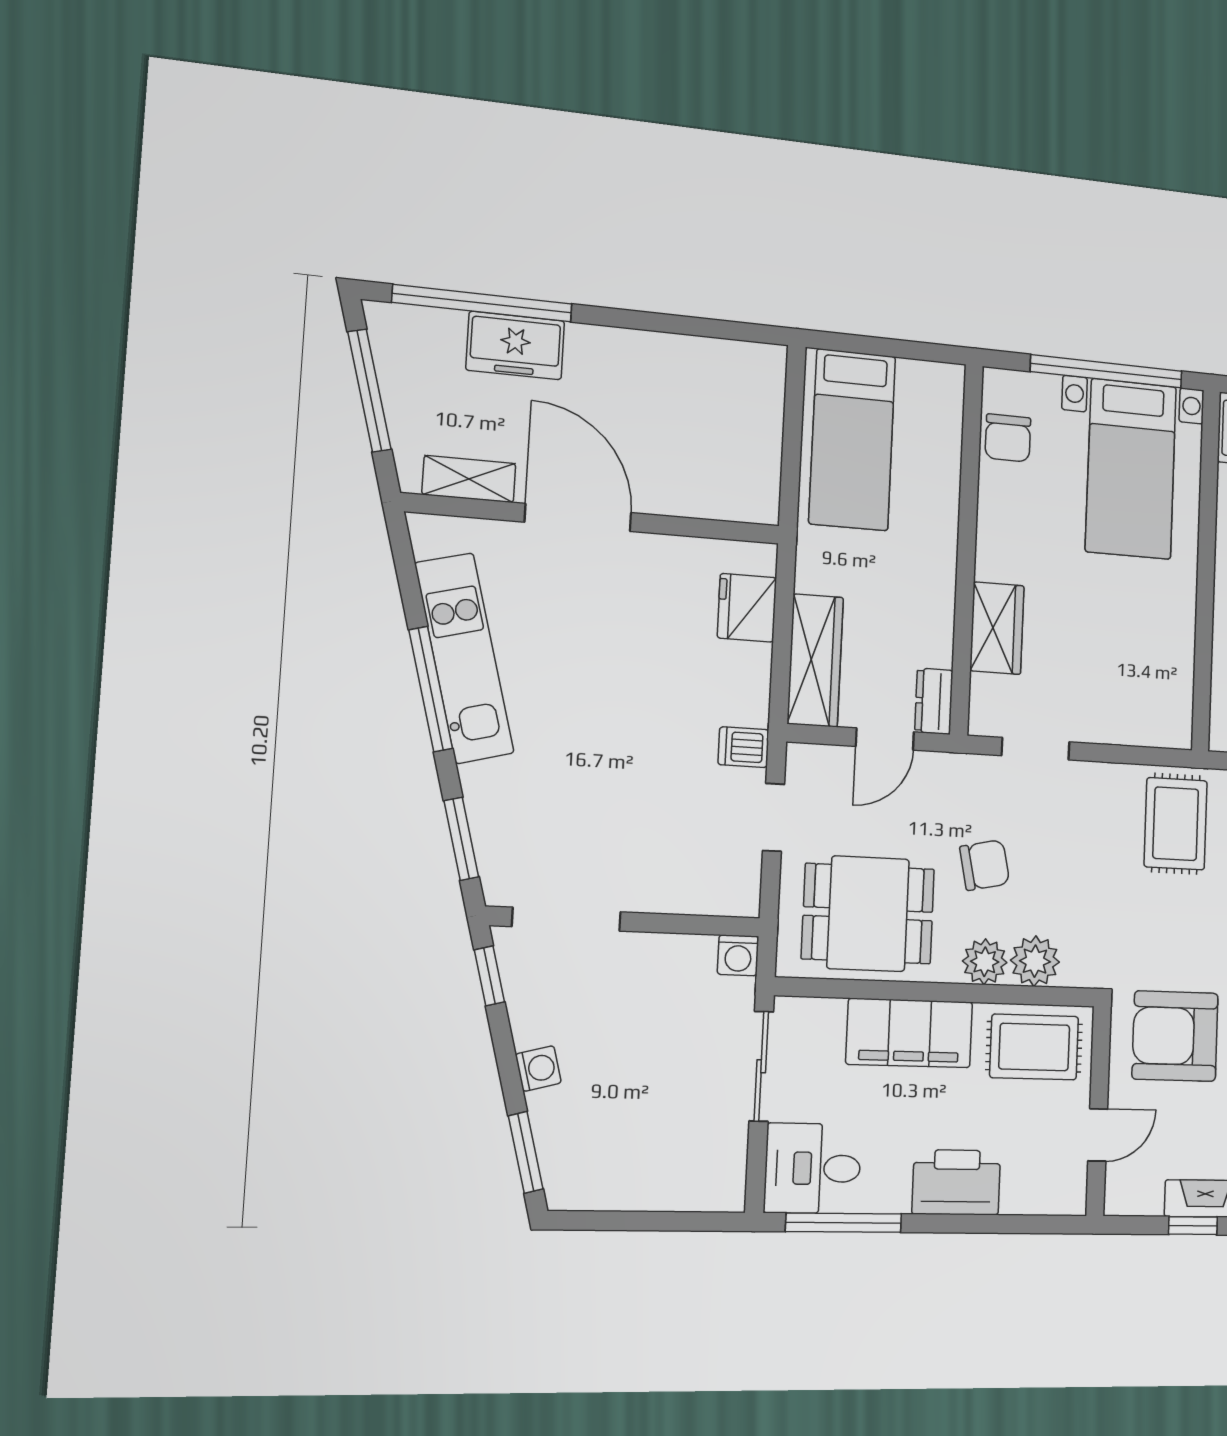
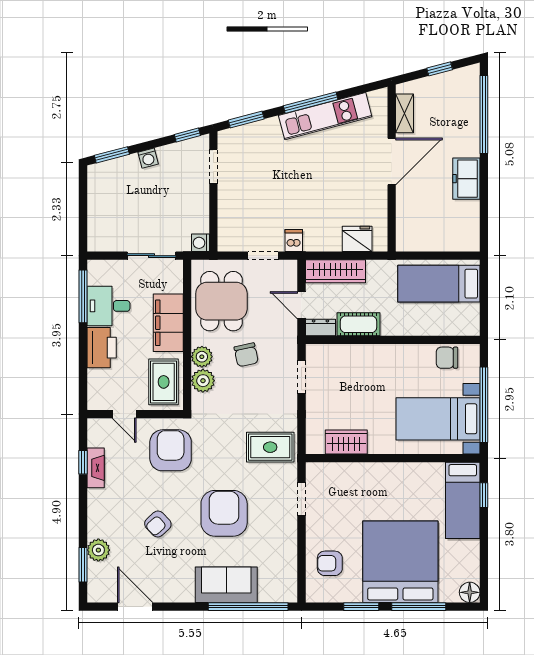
freezer: (515, 345) -> (466, 179), moved
window: (369, 391) -> (440, 69), width x0.46
cot: (931, 619) -> (358, 324), added
wardrobe: (997, 628) -> (346, 442), moved, turned 180
doorway: (566, 919) -> (213, 167), width x0.73
desk: (813, 1168) -> (108, 306), moved, turned -90

